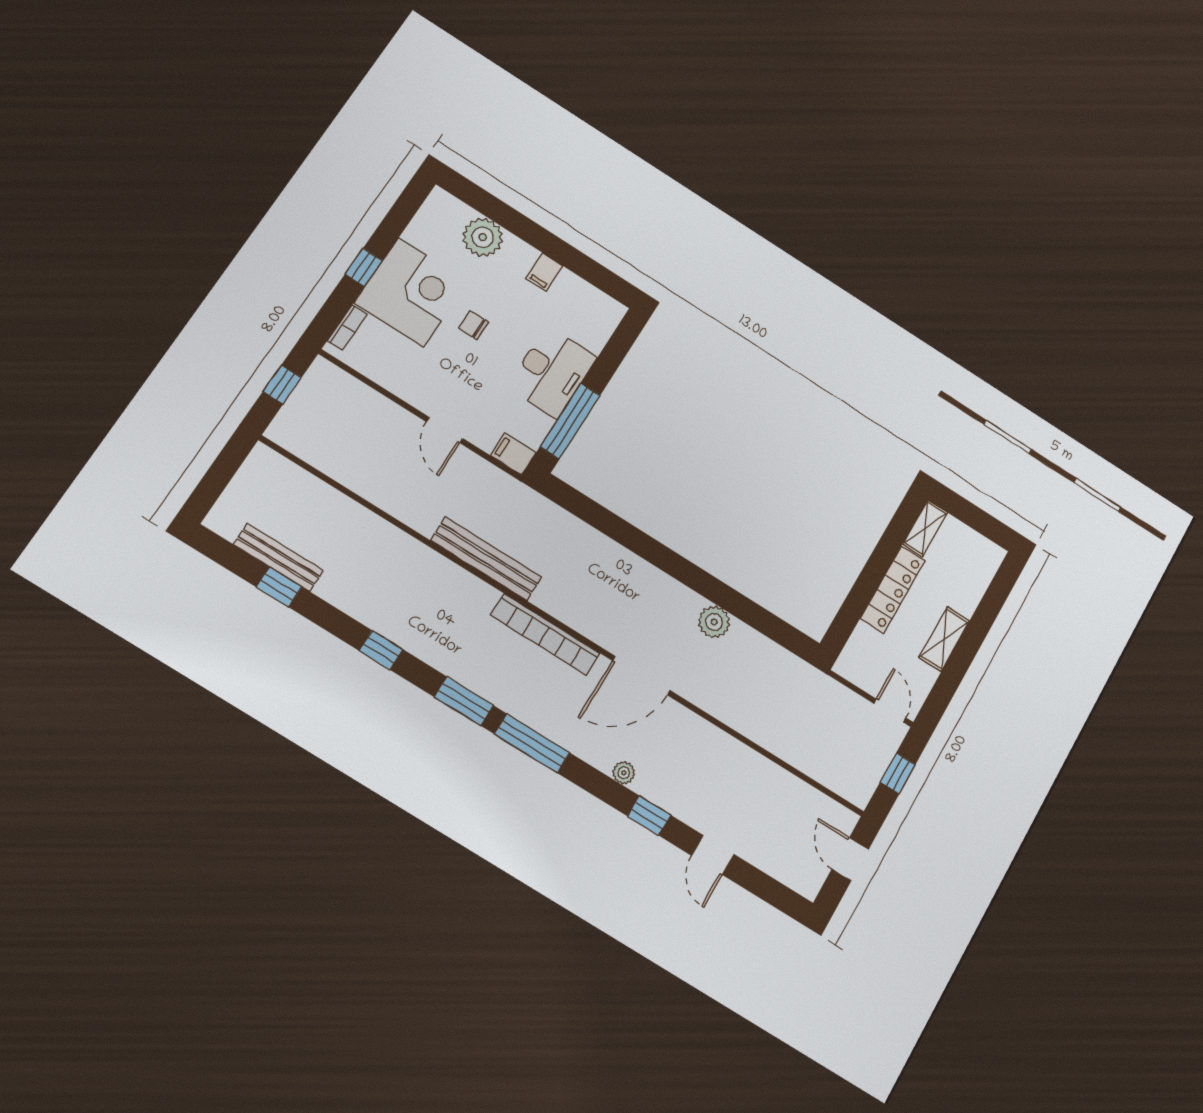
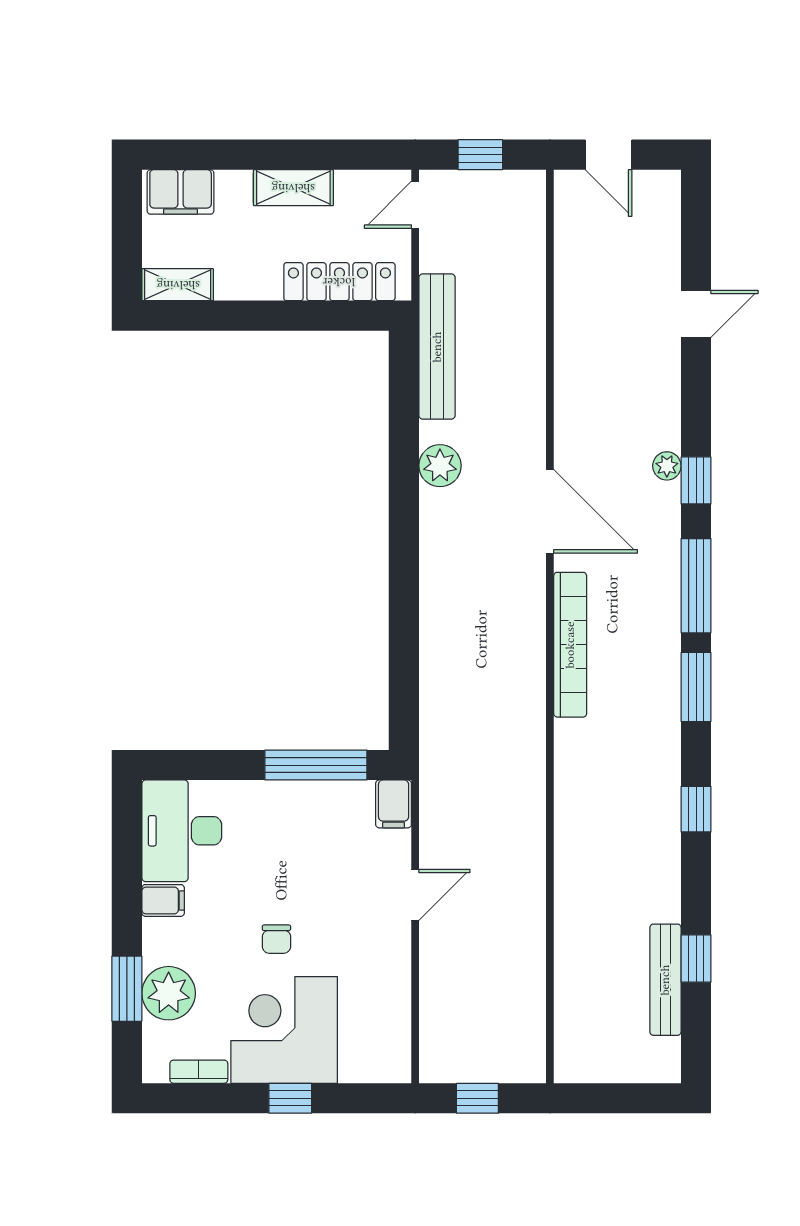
window: (502, 214) -> (127, 989), added
bookcase: (347, 327) -> (199, 1072), moved
desk: (552, 372) -> (182, 831), moved, turned -90
bench: (486, 559) -> (437, 347), moved
filing cabinet: (981, 567) -> (181, 192), added
locker: (893, 589) -> (339, 282), moved
window: (649, 816) -> (696, 480), moved
door: (850, 859) -> (608, 155), hinge flipped

